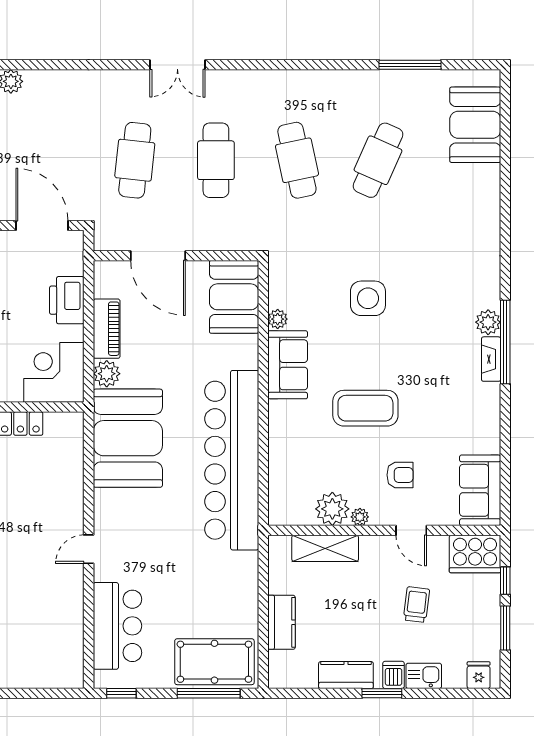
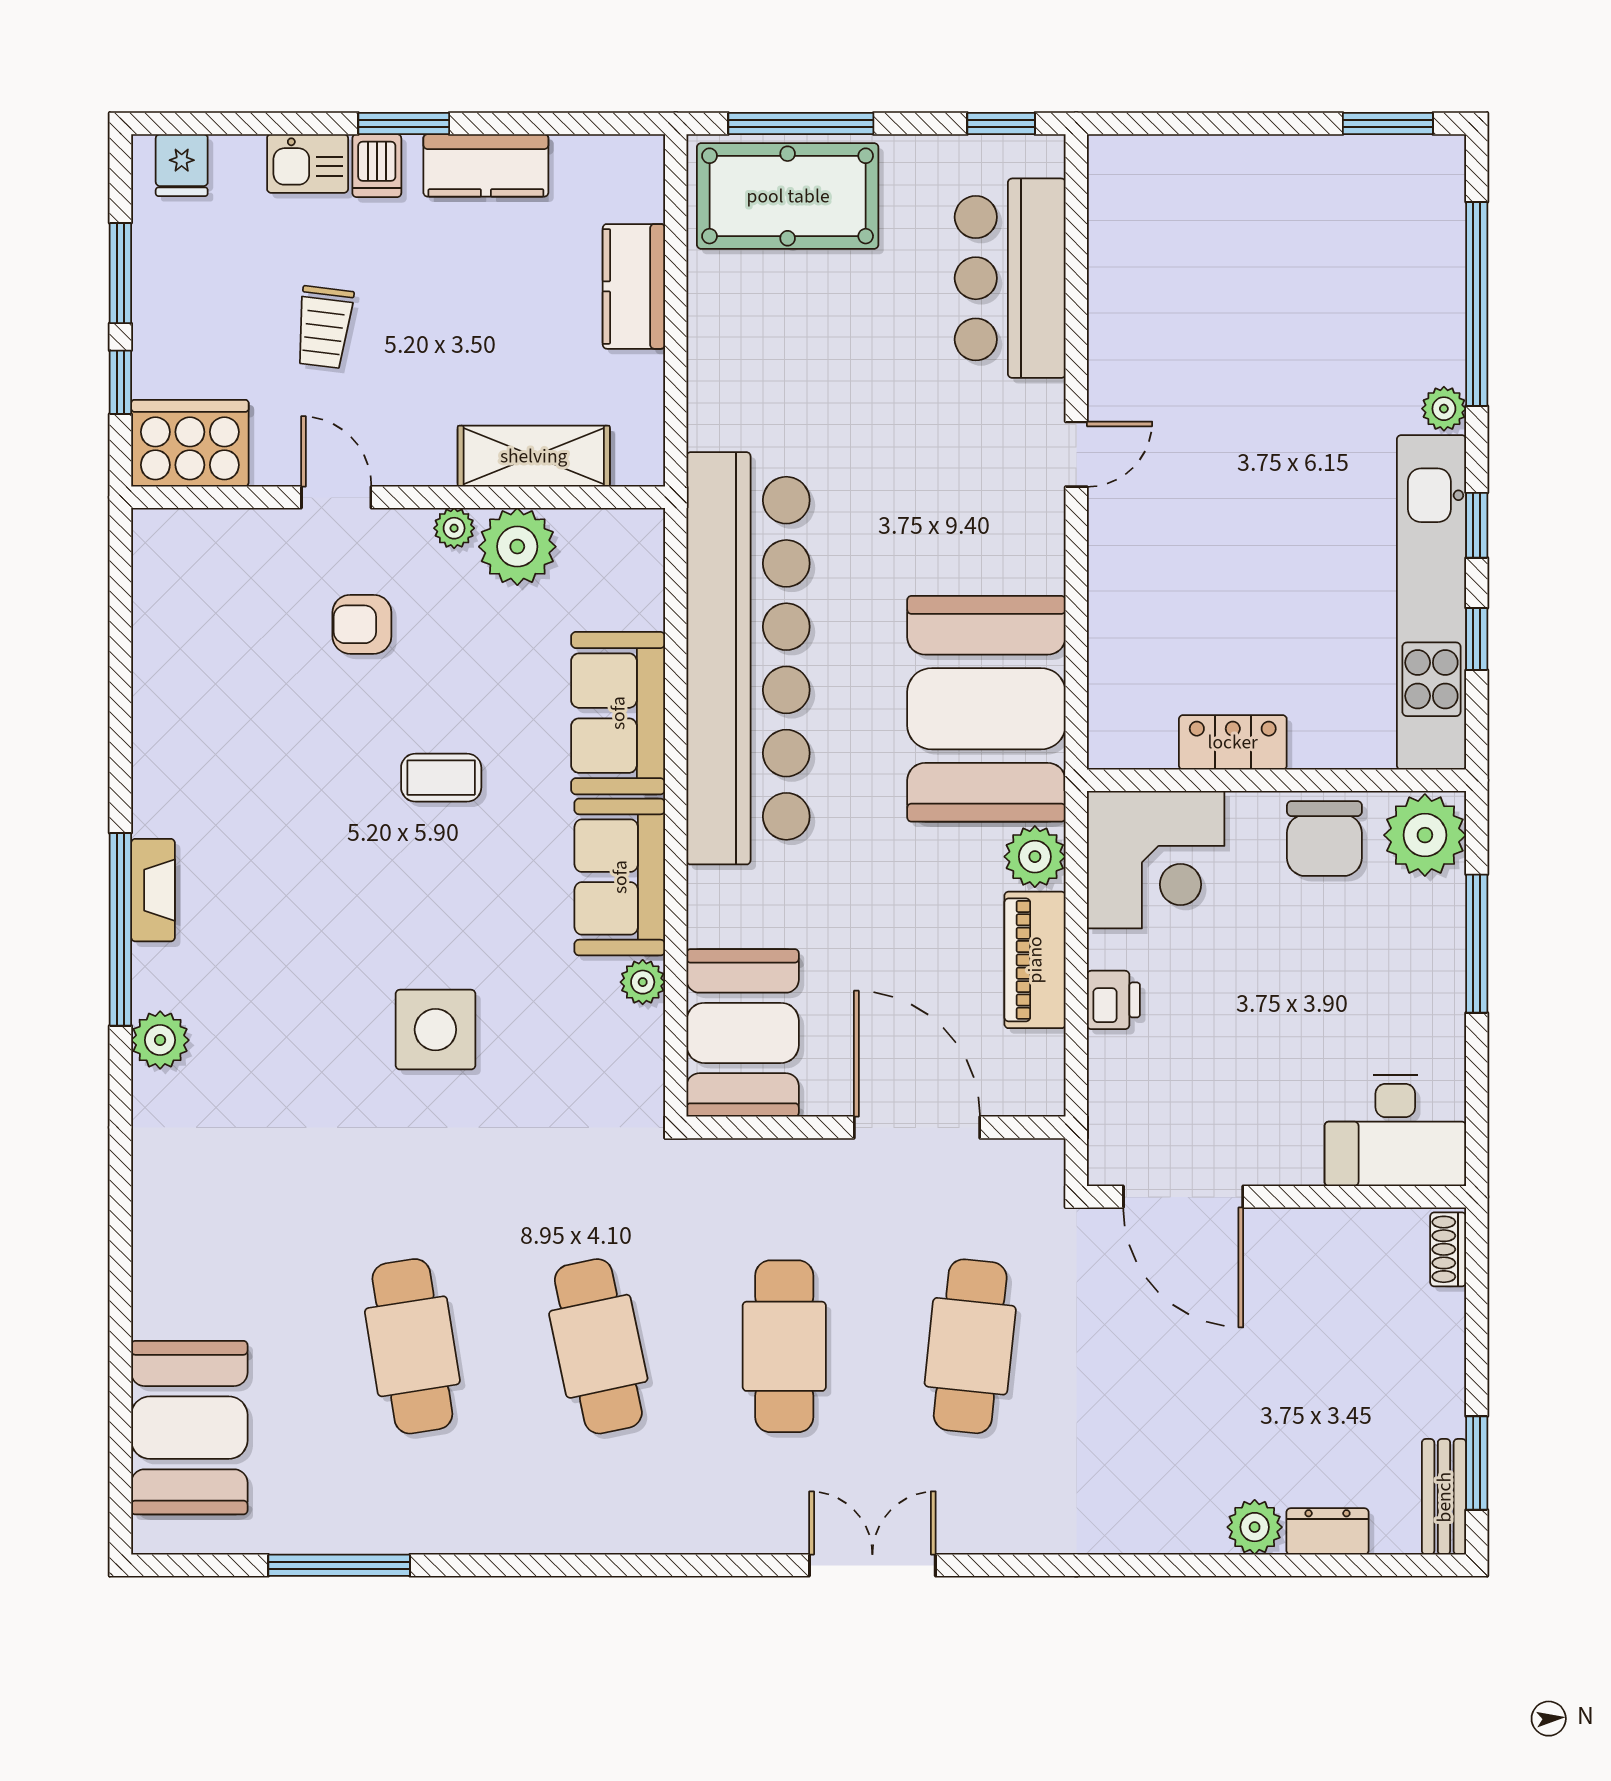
cafe table: (378, 160) -> (412, 1346), turned -33
printer: (67, 300) -> (1113, 1000), width x0.53, depth x0.68
plant: (488, 322) -> (160, 1040), moved
coffee table: (365, 408) -> (441, 778), width x0.54, depth x0.58
sofa: (480, 490) -> (618, 713), moved, turned 180

